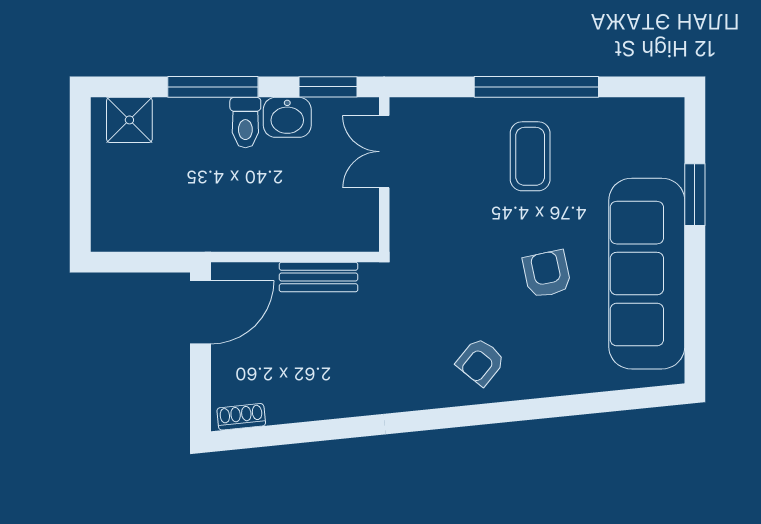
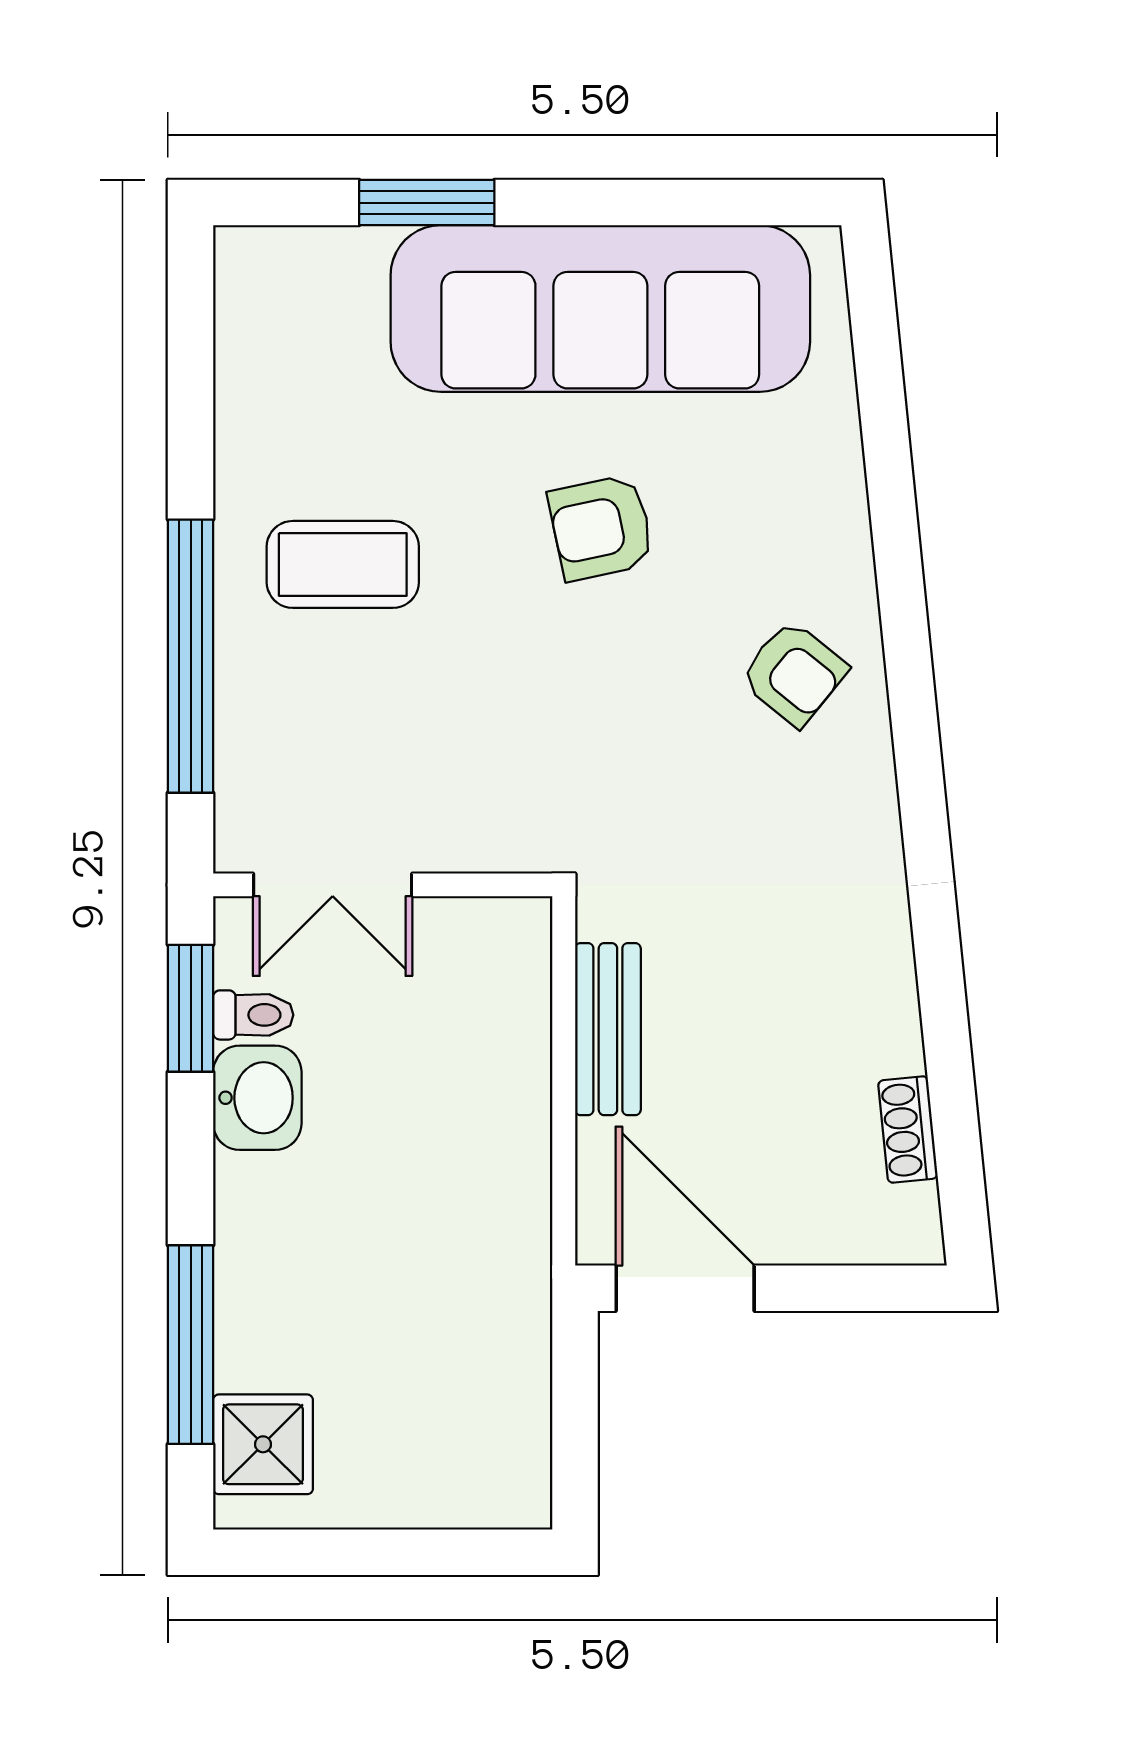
window: (213, 87) -> (191, 1345), moved
window: (536, 87) -> (191, 656), moved
toilet: (245, 123) -> (253, 1015), moved, width x0.73, depth x0.72
shoe rack: (241, 417) -> (908, 1130), moved

